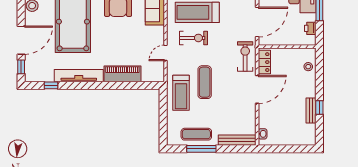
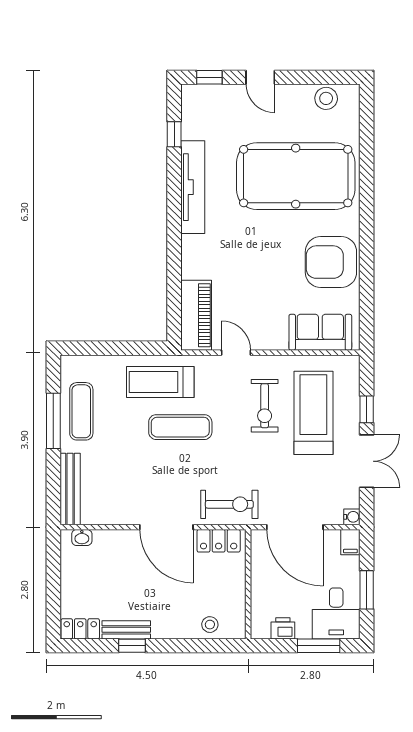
door: (21, 40) -> (260, 77), width x0.53
piano: (122, 74) -> (196, 315), moved
locker: (310, 135) -> (80, 629), added

